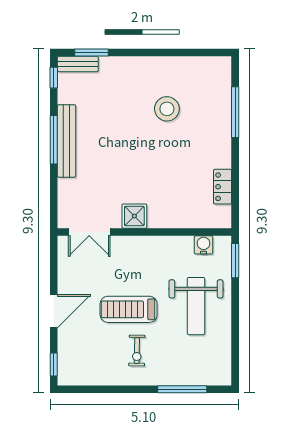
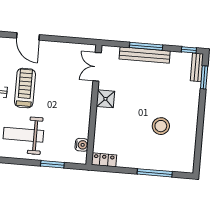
shower: (134, 216) -> (105, 99), moved
double door: (89, 232) -> (97, 67), moved
wall: (144, 232) -> (94, 105), moved
water cooler: (203, 245) -> (82, 145), moved

